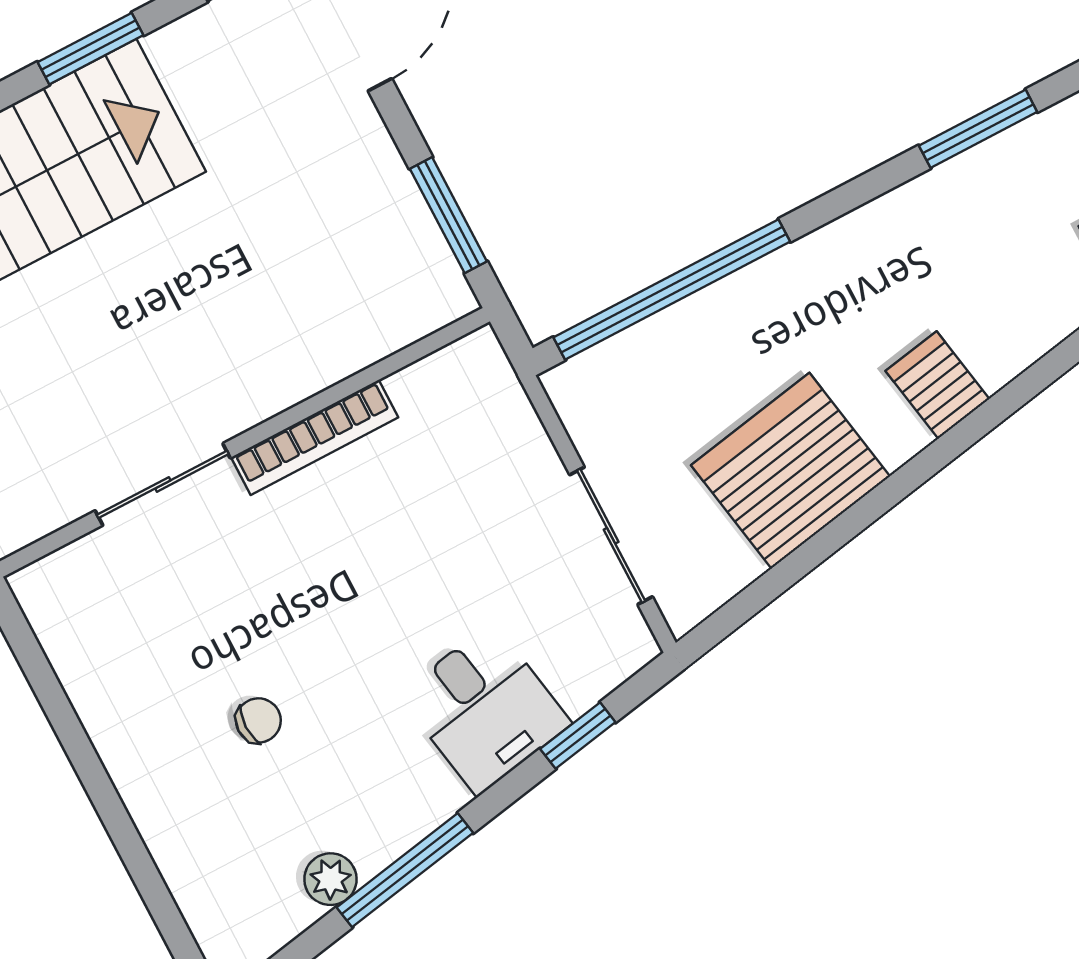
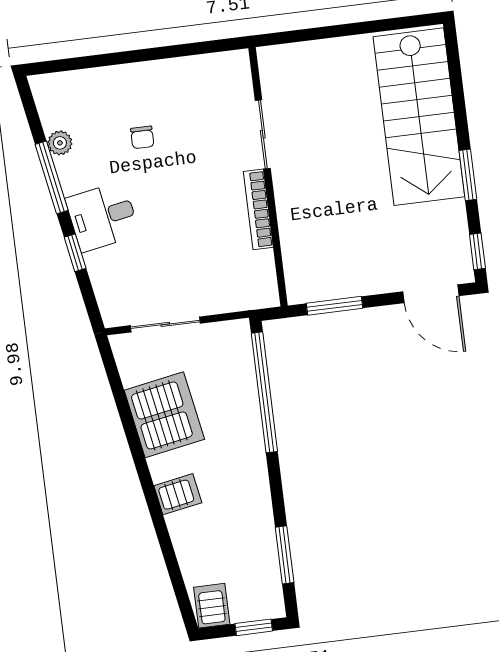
desk: (485, 709) -> (102, 217), moved
window: (578, 735) -> (75, 253), moved

